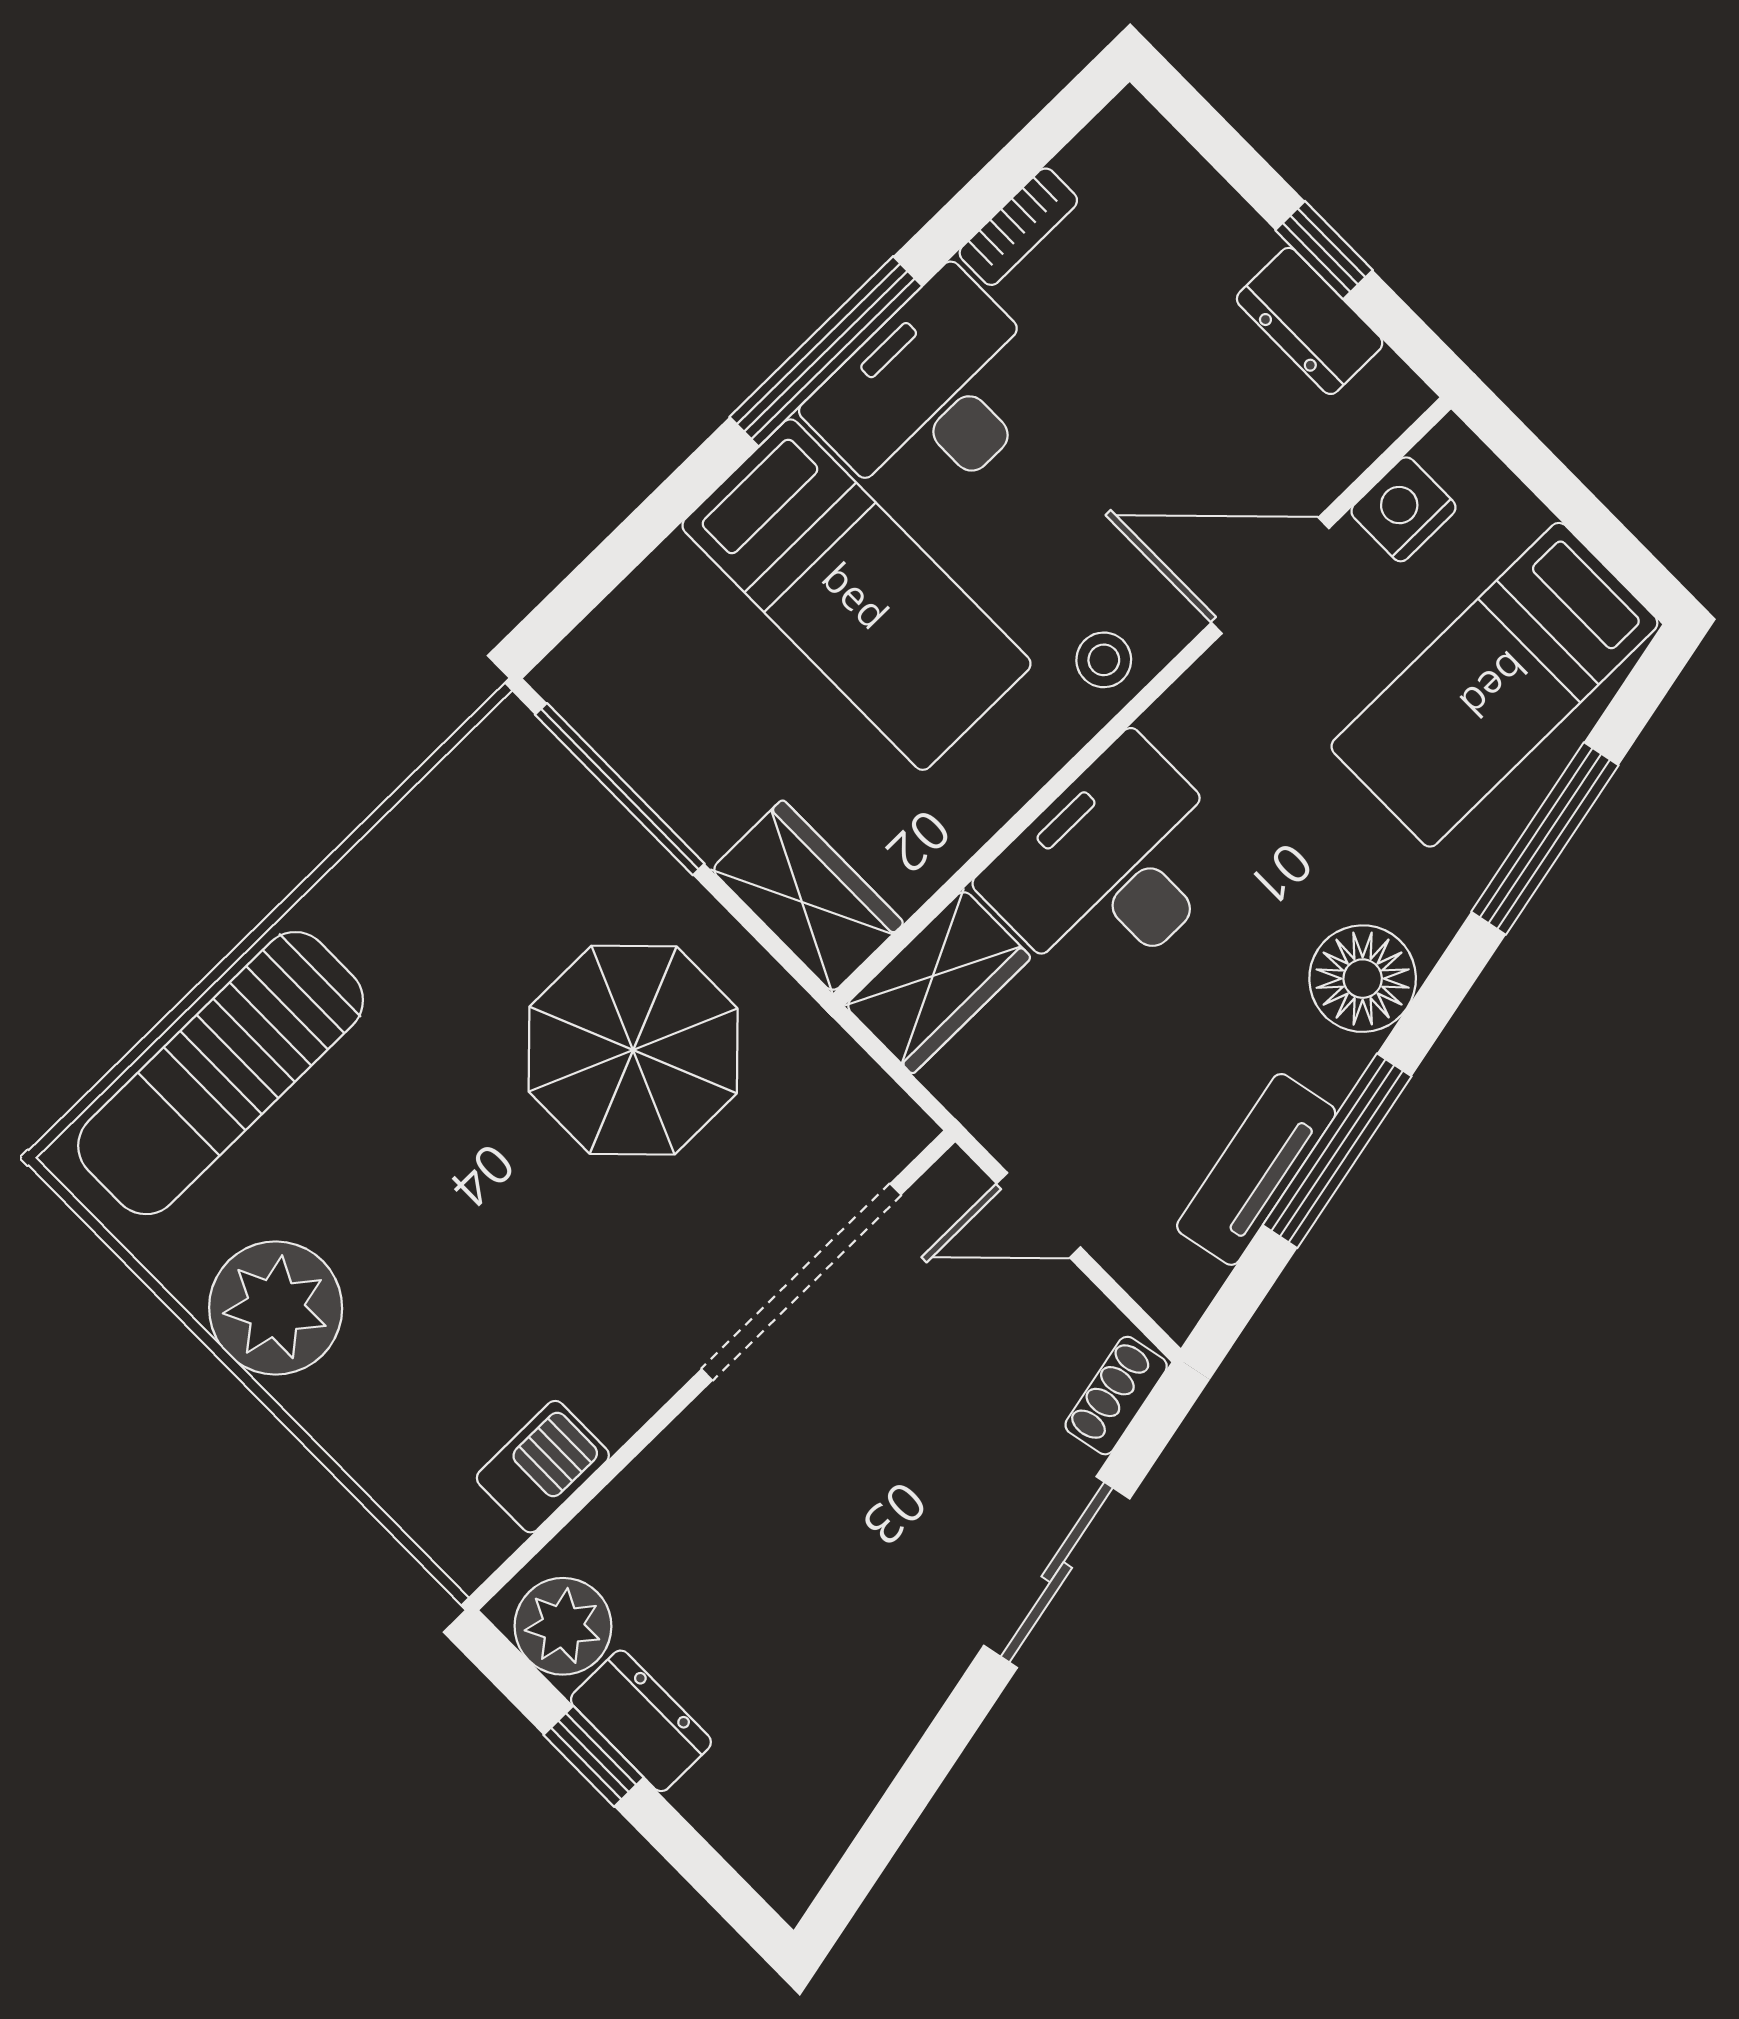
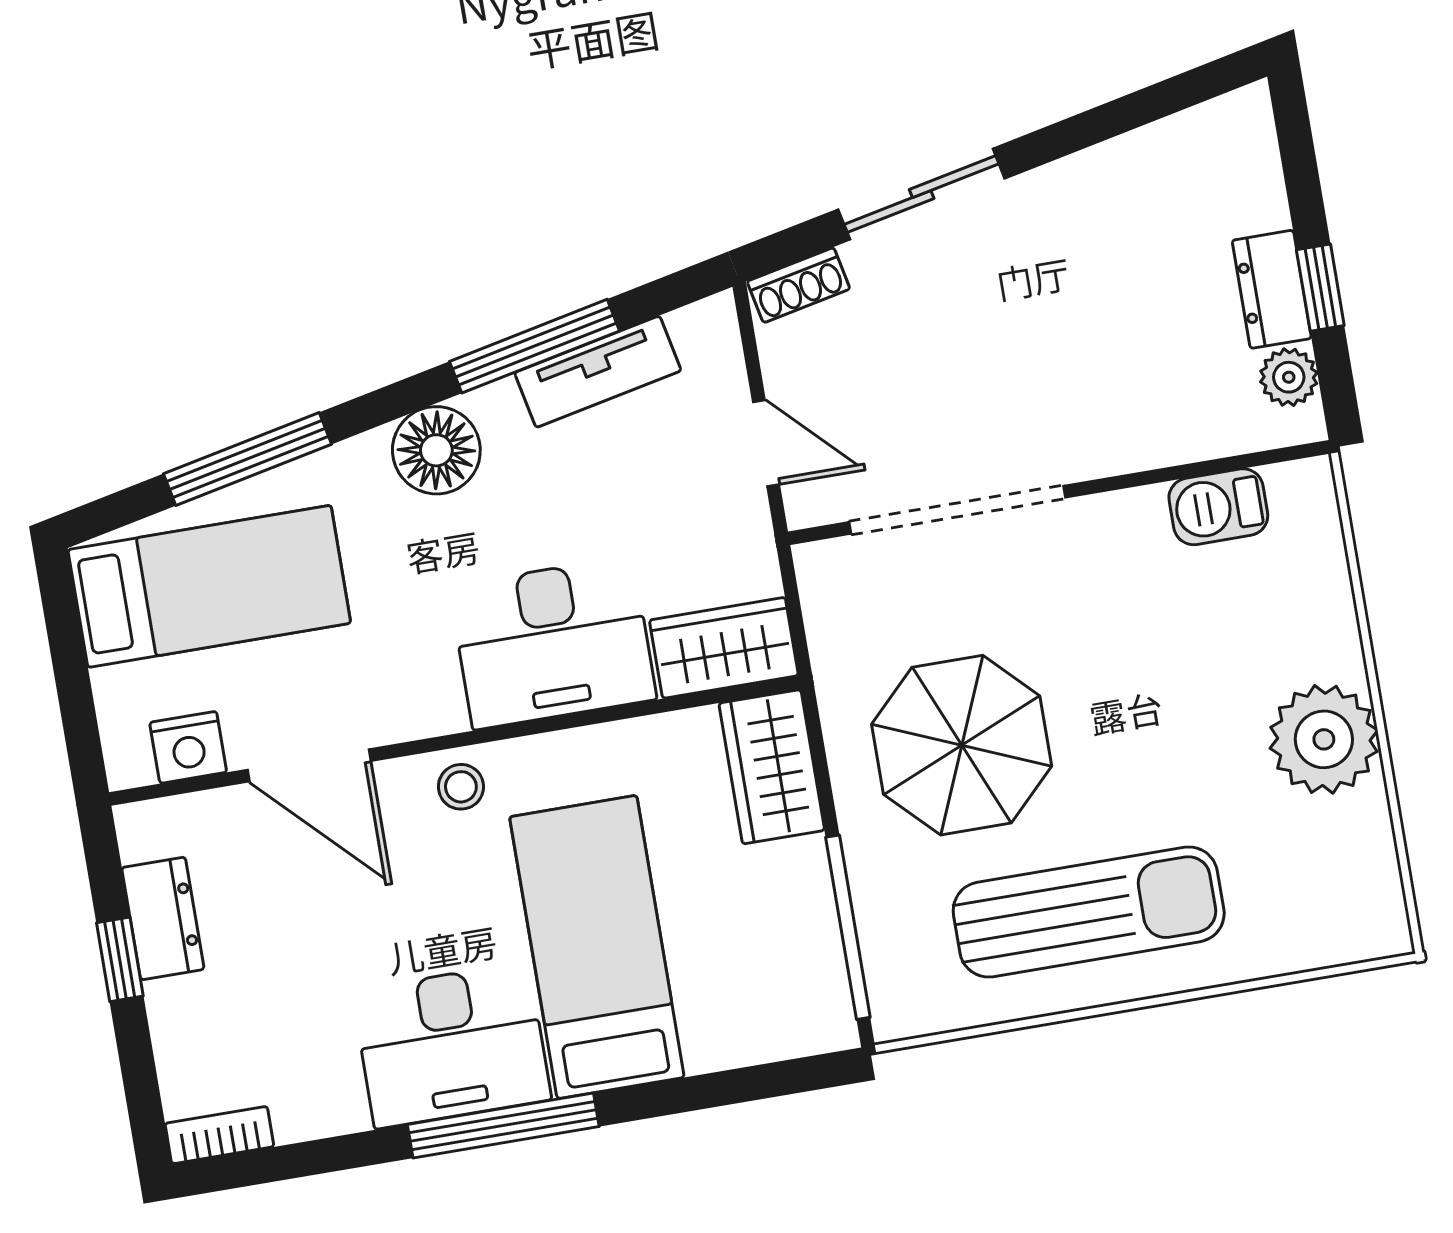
bookcase: (1018, 227) -> (219, 1135), moved
sun lounger: (221, 1073) -> (1089, 912), moved
plant: (563, 1626) -> (1289, 377), width x0.73, depth x0.73

